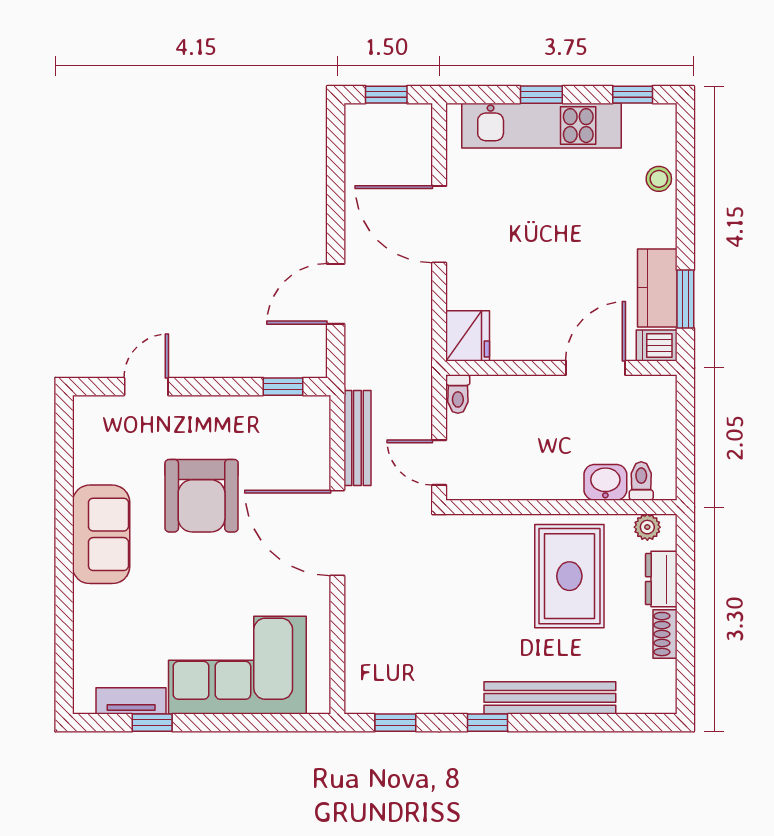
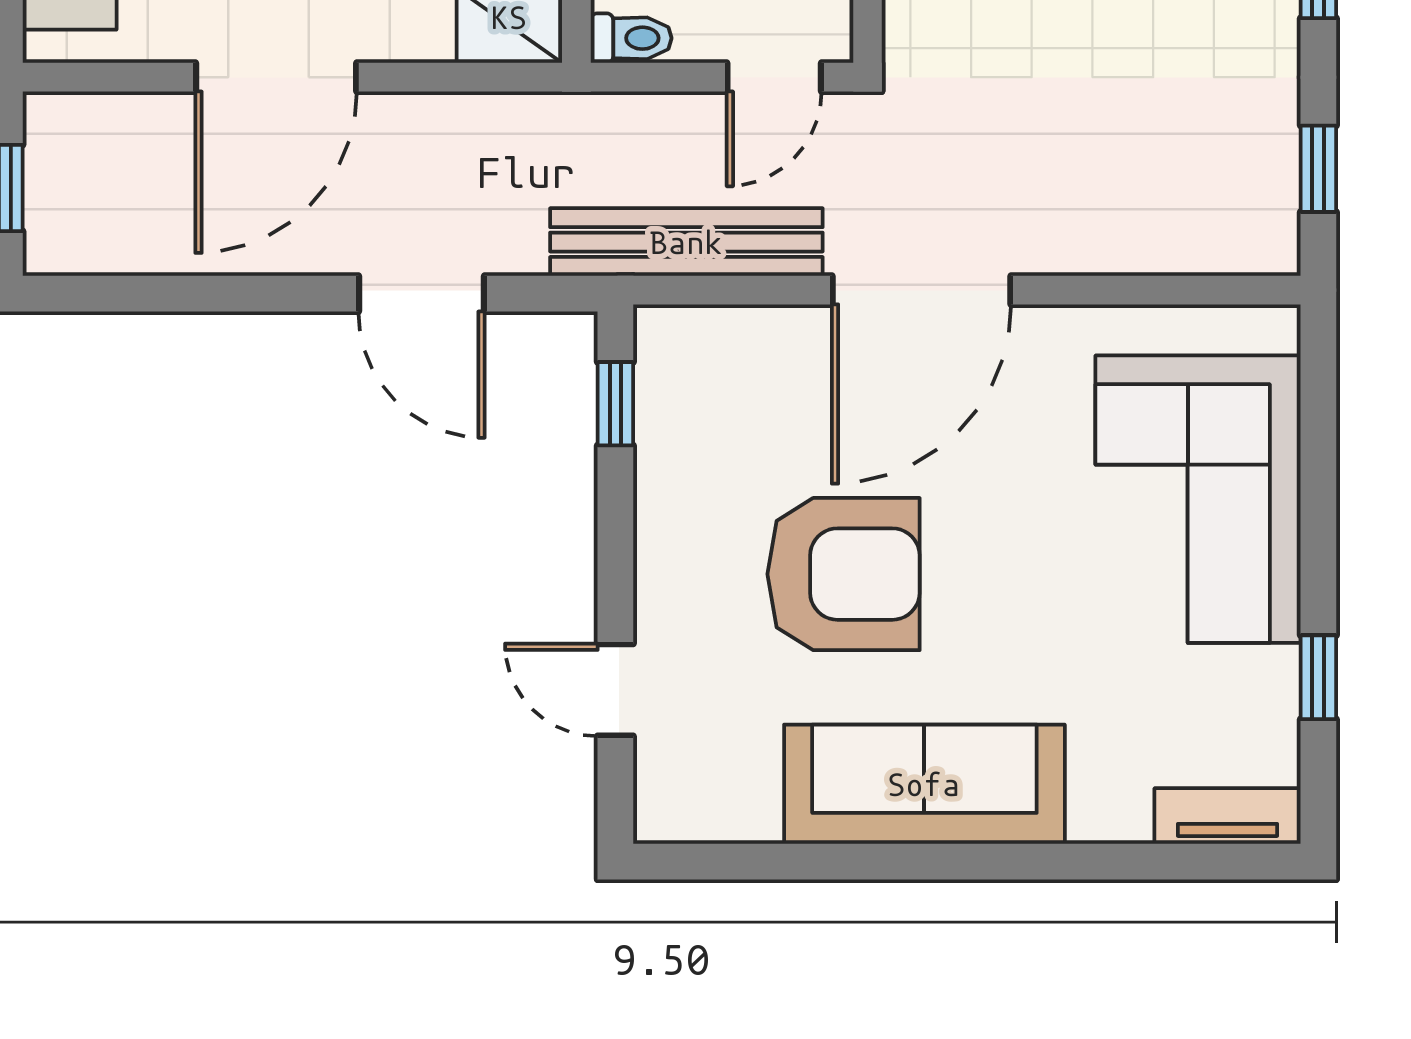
bench: (357, 438) -> (686, 242), width x1.37, depth x1.21
sofa: (101, 534) -> (924, 784), width x1.36
tv unit: (131, 701) -> (1228, 816), moved, turned 90

